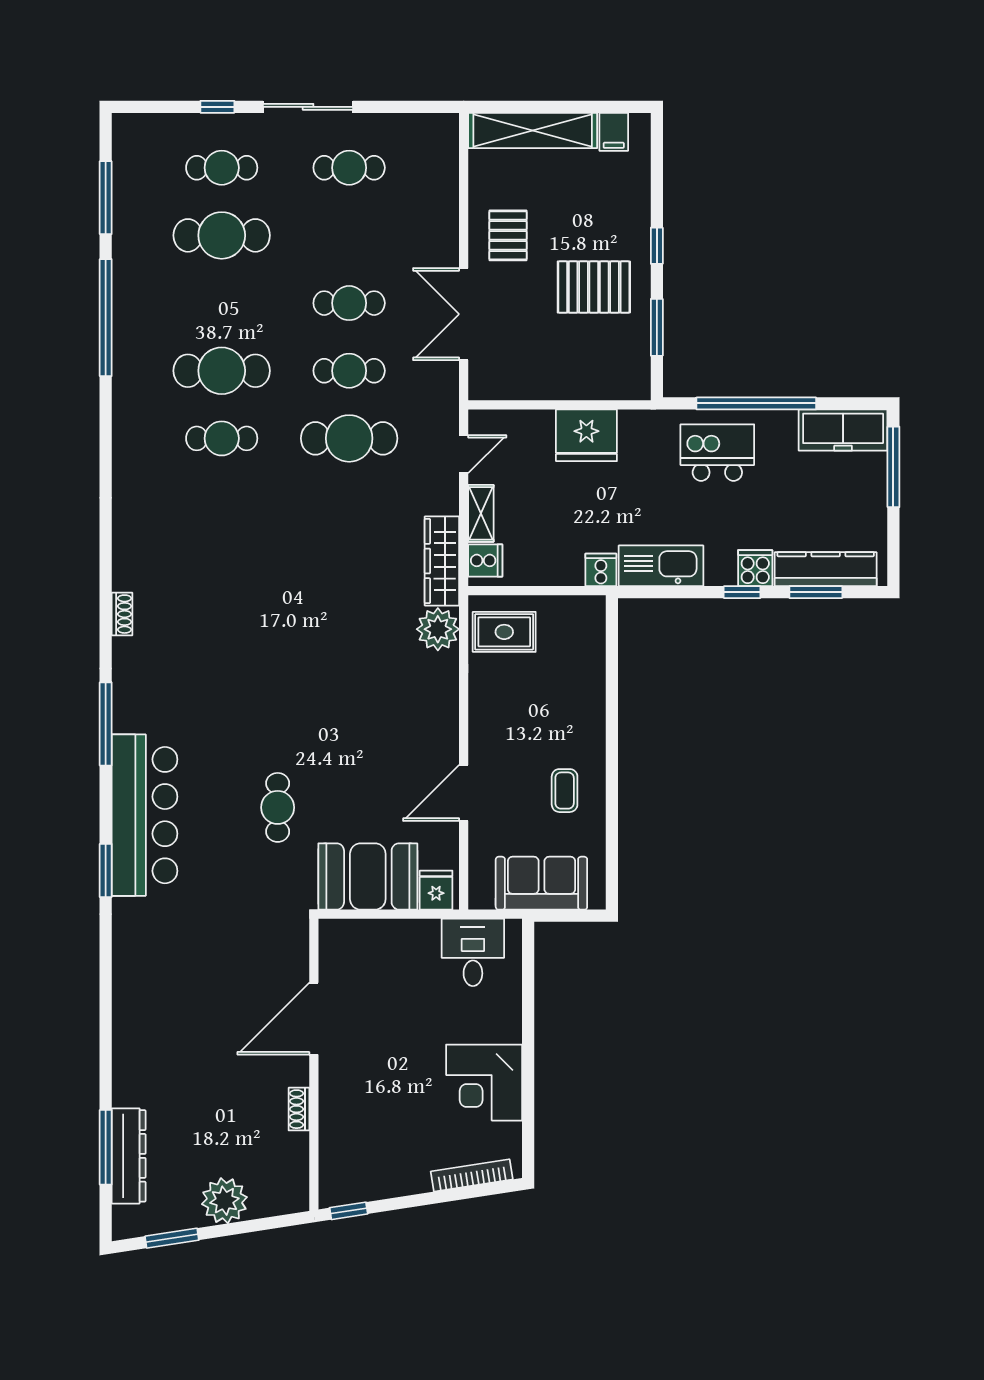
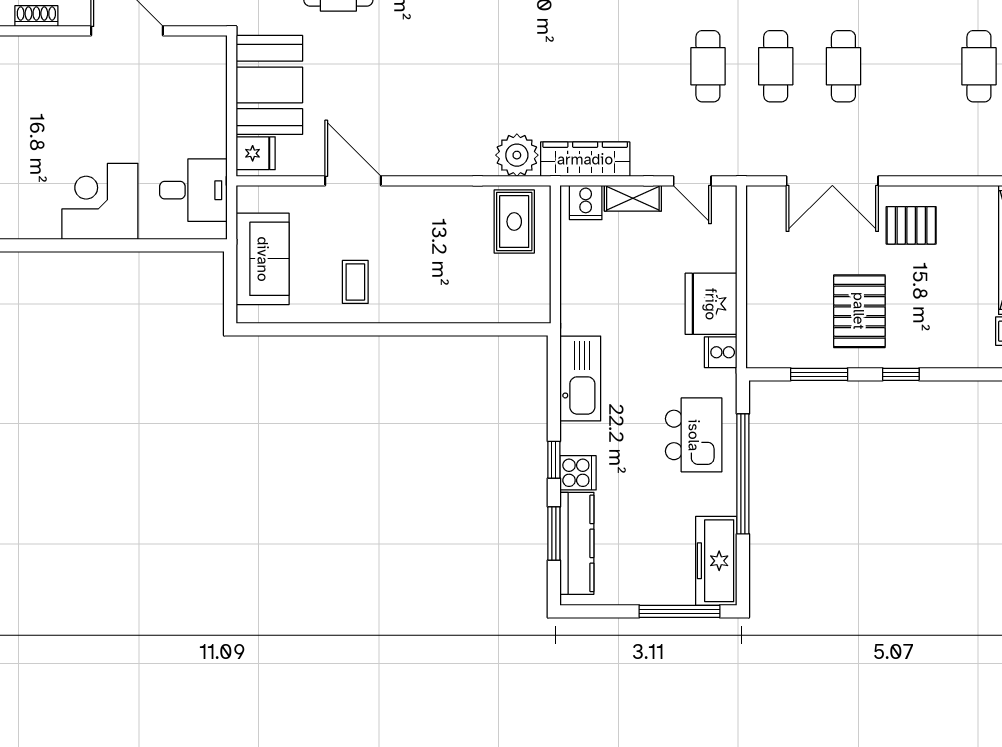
double door: (464, 314) -> (832, 181), swing flipped
cafe table: (349, 438) -> (708, 66), width x0.73, depth x0.74
cooker: (601, 570) -> (721, 352), moved, turned 180
coffee table: (565, 791) -> (355, 282), turned 90
corner desk: (484, 1083) -> (100, 201), moved

